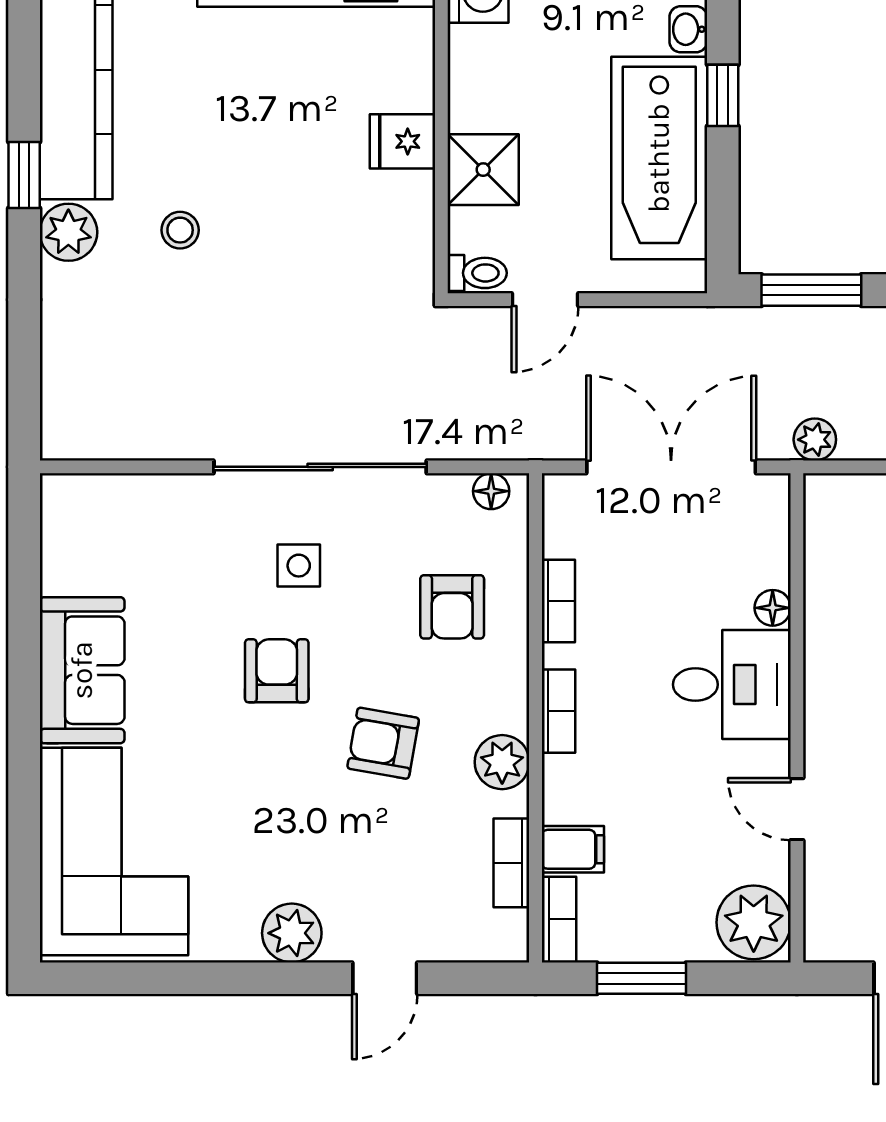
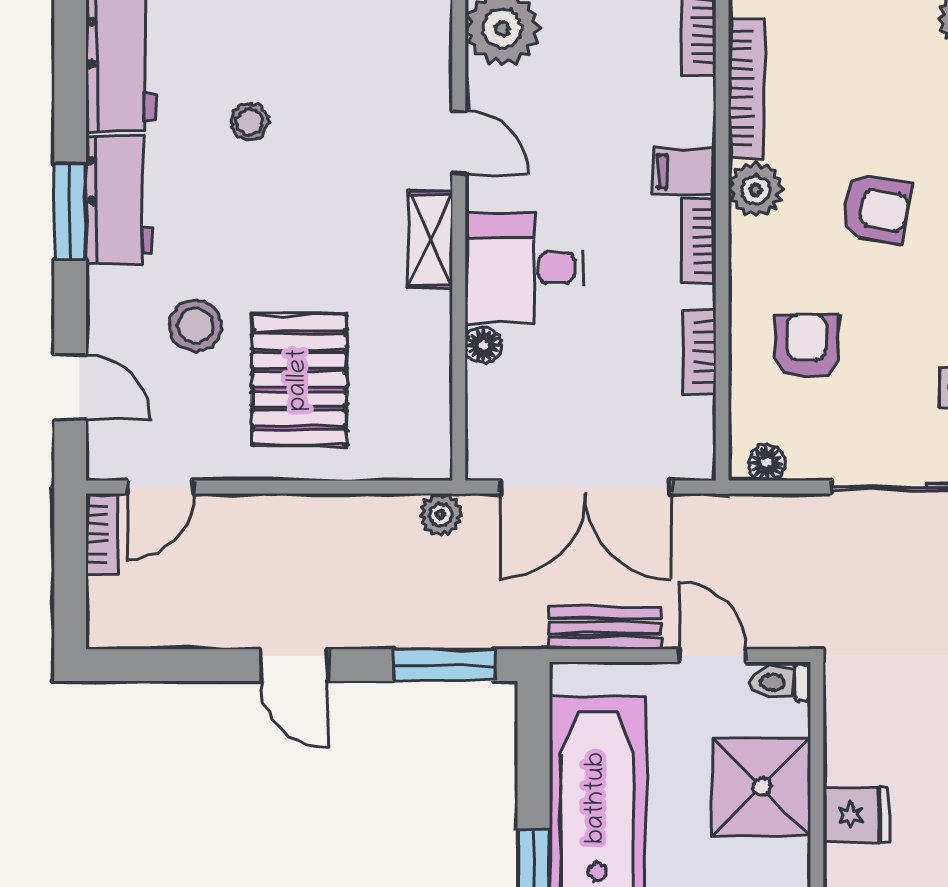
shower: (483, 170) -> (762, 787), width x1.36, depth x1.36
door: (545, 300) -> (713, 656), hinge flipped
bench: (652, 327) -> (605, 628), added
shelving: (825, 713) -> (430, 240), added
filing cabinet: (573, 849) -> (685, 171), moved
bookcase: (511, 863) -> (746, 88), width x1.56

